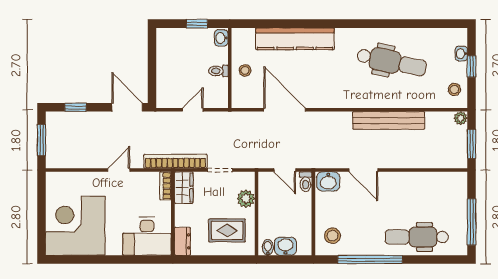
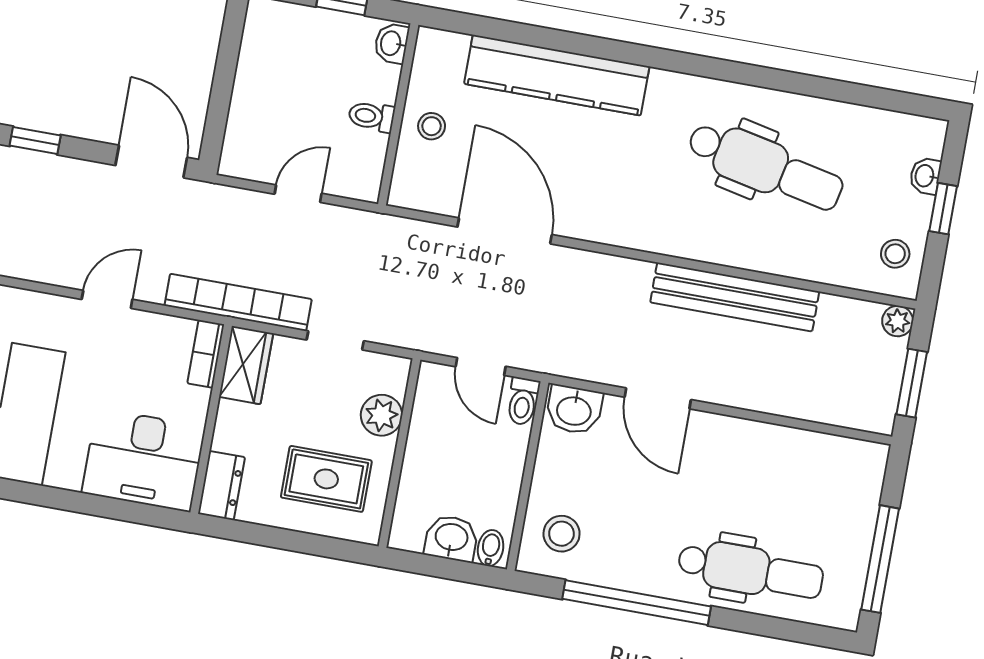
dental chair: (417, 237) -> (751, 571), turned 180
bidet: (268, 247) -> (491, 548), moved

